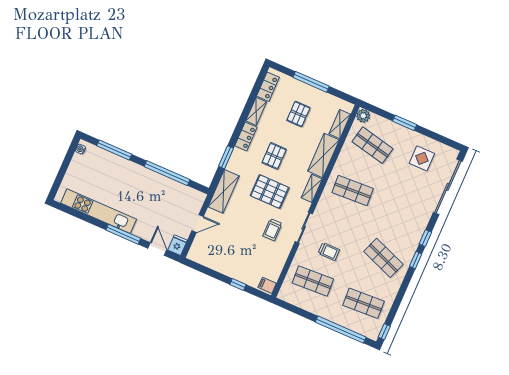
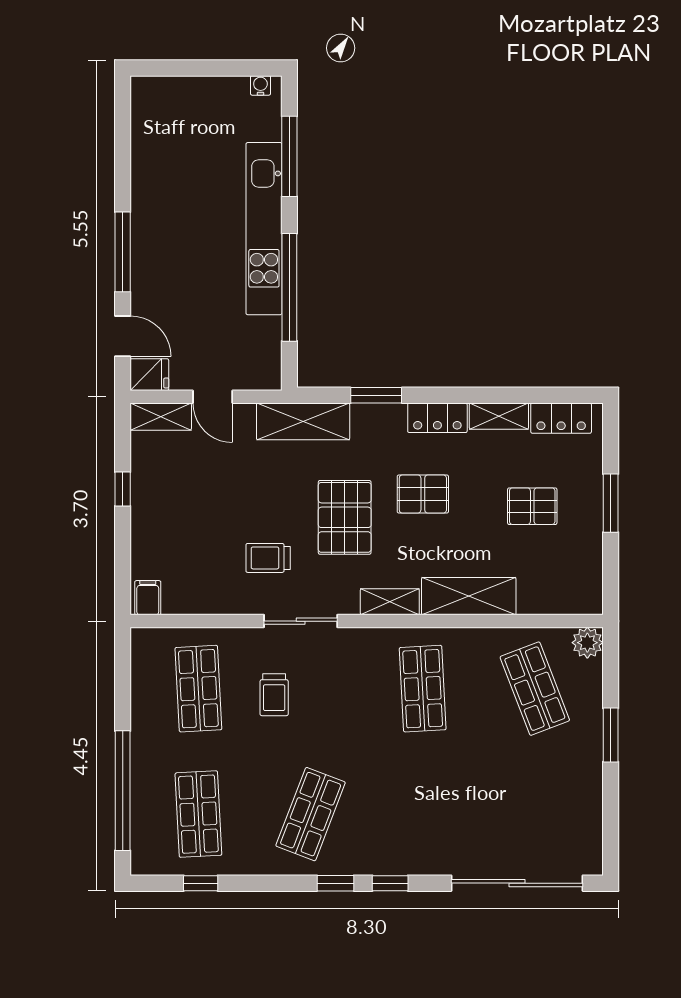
window: (311, 82) -> (611, 503), width x0.69
shelving: (340, 124) -> (161, 417), moved
shop shelf: (372, 145) -> (535, 689), turned -33
display table: (422, 158) -> (552, 803), removed
kitchen unit: (99, 211) -> (264, 229), moved, turned 180
door: (157, 249) -> (123, 336), hinge flipped
window: (238, 284) -> (123, 489), moved
window: (384, 332) -> (201, 883), moved

